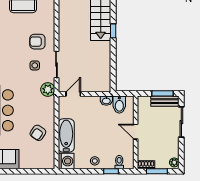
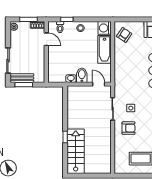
plant: (48, 89) -> (120, 88), removed
door: (73, 94) -> (99, 84), swing flipped
bidet: (119, 105) -> (82, 75), moved
door: (136, 132) -> (46, 39), moved
armchair: (38, 133) -> (124, 35), moved

